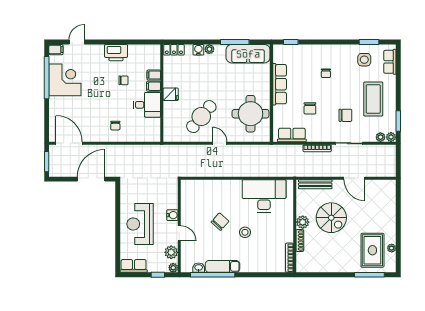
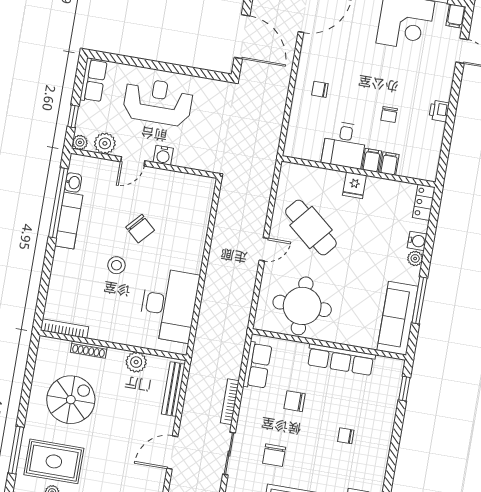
printer: (116, 53) -> (439, 111), width x0.53, depth x0.68
spiral stairs: (331, 218) -> (71, 400), moved, turned 180
plant: (303, 222) -> (136, 362), moved

